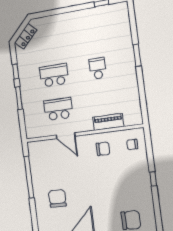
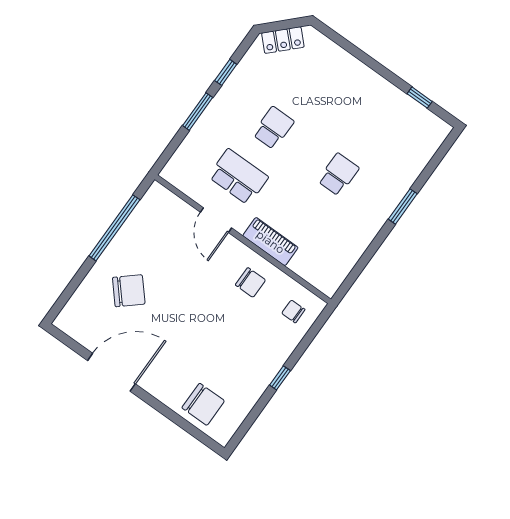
school desk: (54, 75) -> (273, 128), width x0.54
piano: (108, 122) -> (270, 242), moved
chair: (57, 198) -> (129, 291), turned 49

